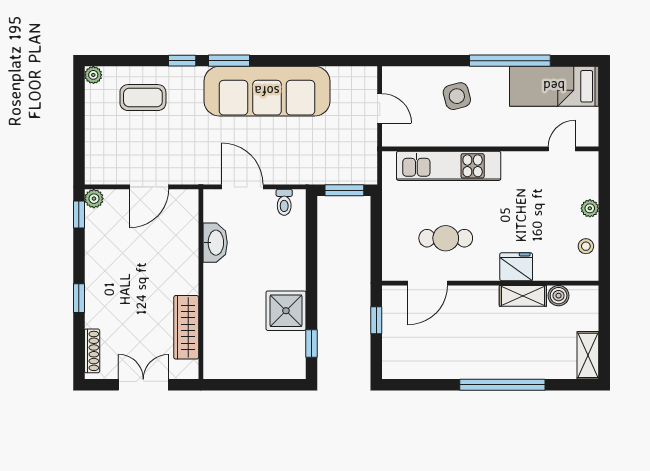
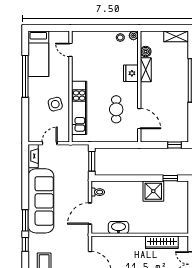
fireplace: (354, 76) -> (33, 156), added
side table: (457, 96) -> (55, 104), moved
plant: (590, 208) -> (133, 36), moved
window: (376, 320) -> (174, 145), moved

